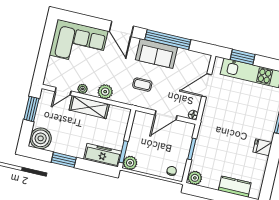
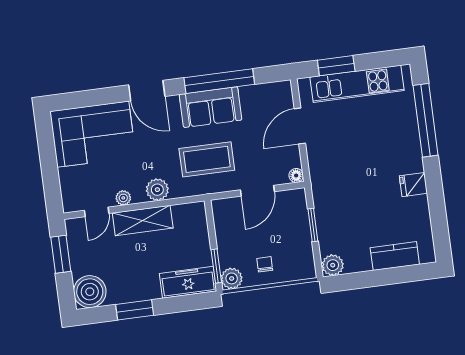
coffee table: (142, 85) -> (207, 159), width x1.86, depth x1.72
chair: (172, 171) -> (265, 264), moved

